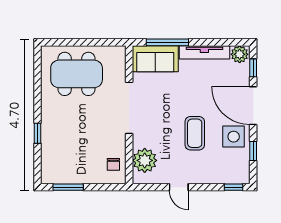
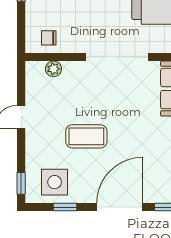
side table: (234, 137) -> (55, 182), moved
plant: (145, 160) -> (53, 69), width x0.53, depth x0.53

